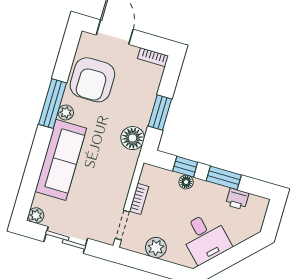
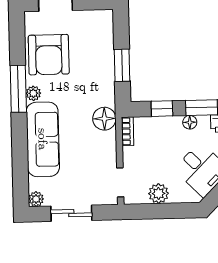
bookcase: (153, 57) -> (99, 15), removed
floor lamp: (133, 138) -> (104, 119), moved
floor lamp: (186, 182) -> (190, 122), moved
bookcase: (139, 199) -> (128, 131), moved

